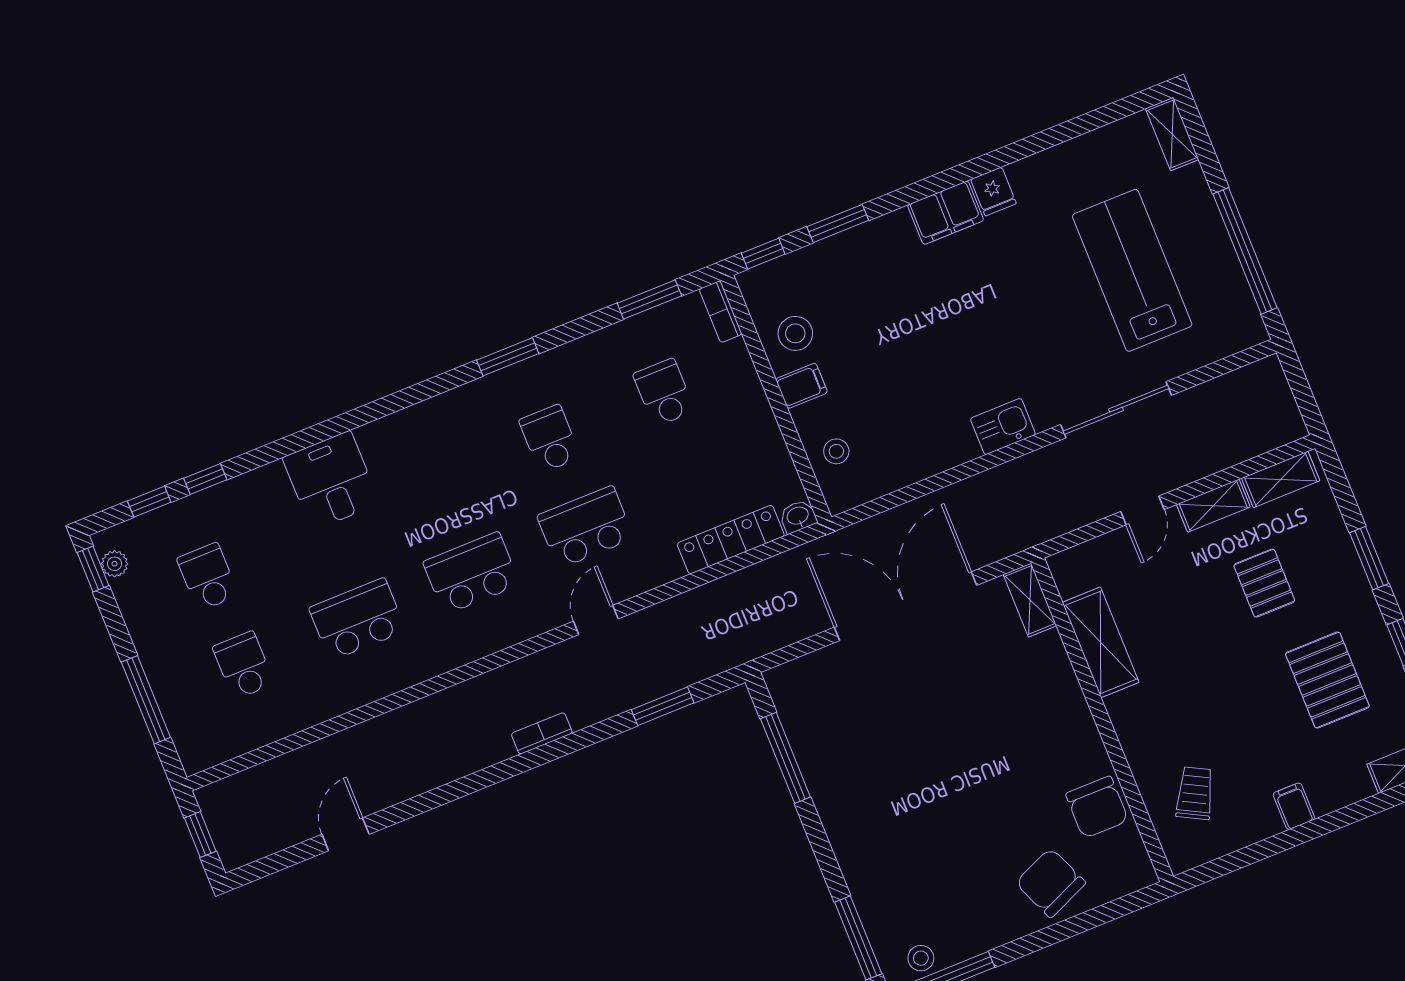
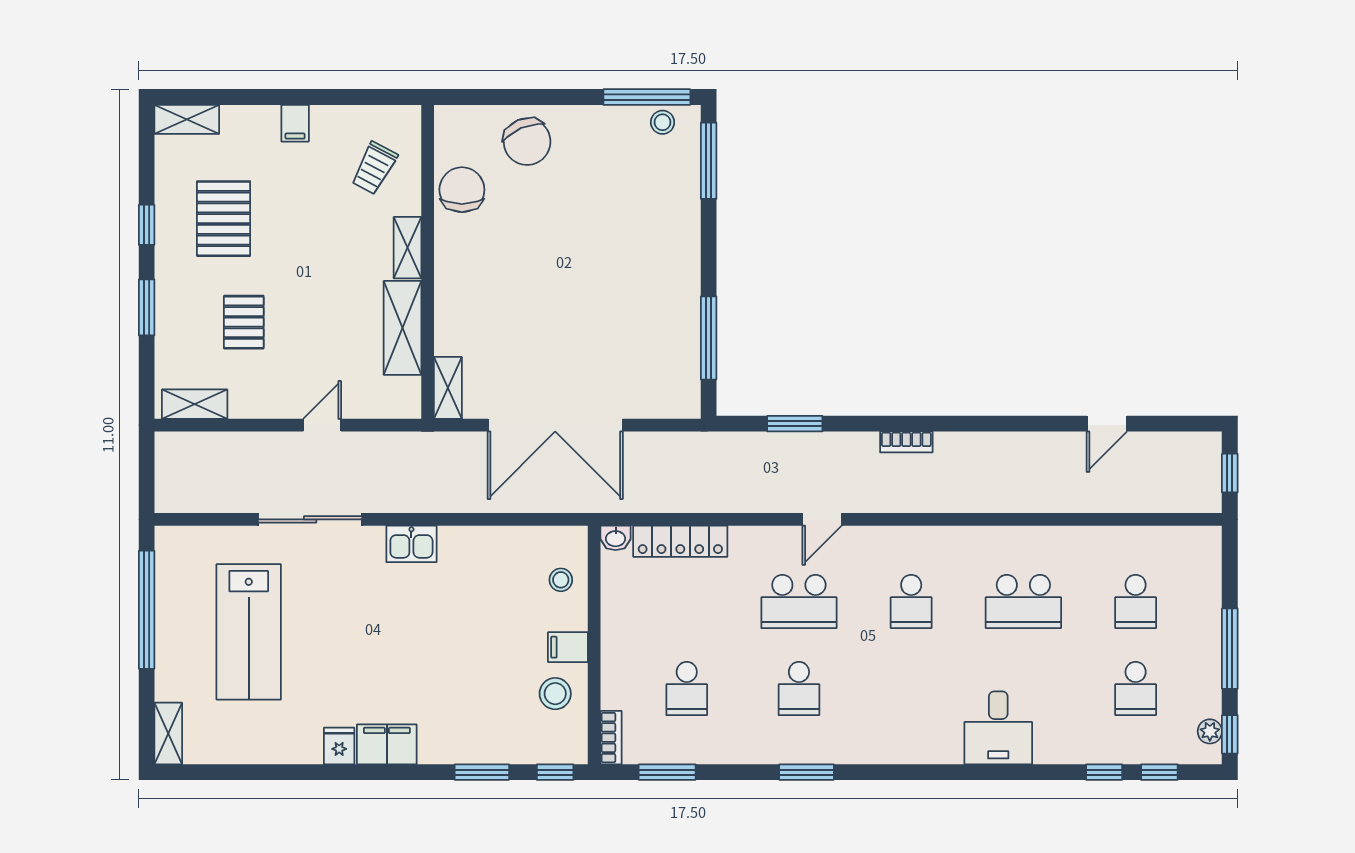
shelving: (1213, 506) -> (408, 248), moved, turned 90
school desk: (471, 573) -> (911, 601), width x0.54
window: (146, 700) -> (1230, 649), moved

